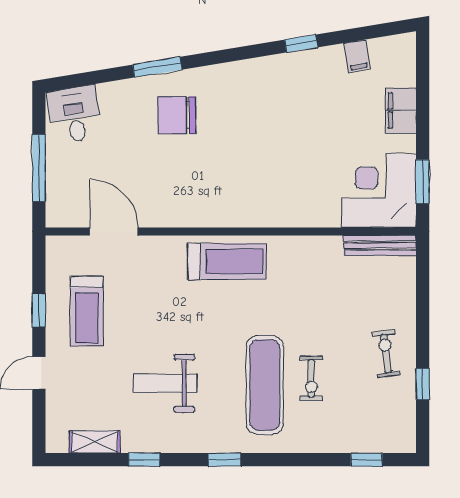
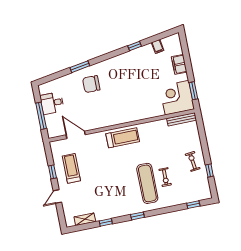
desk: (75, 114) -> (52, 103), moved, turned -81
treadmill: (87, 311) -> (71, 168), turned 180
weight bench: (165, 383) -> (108, 191), removed

